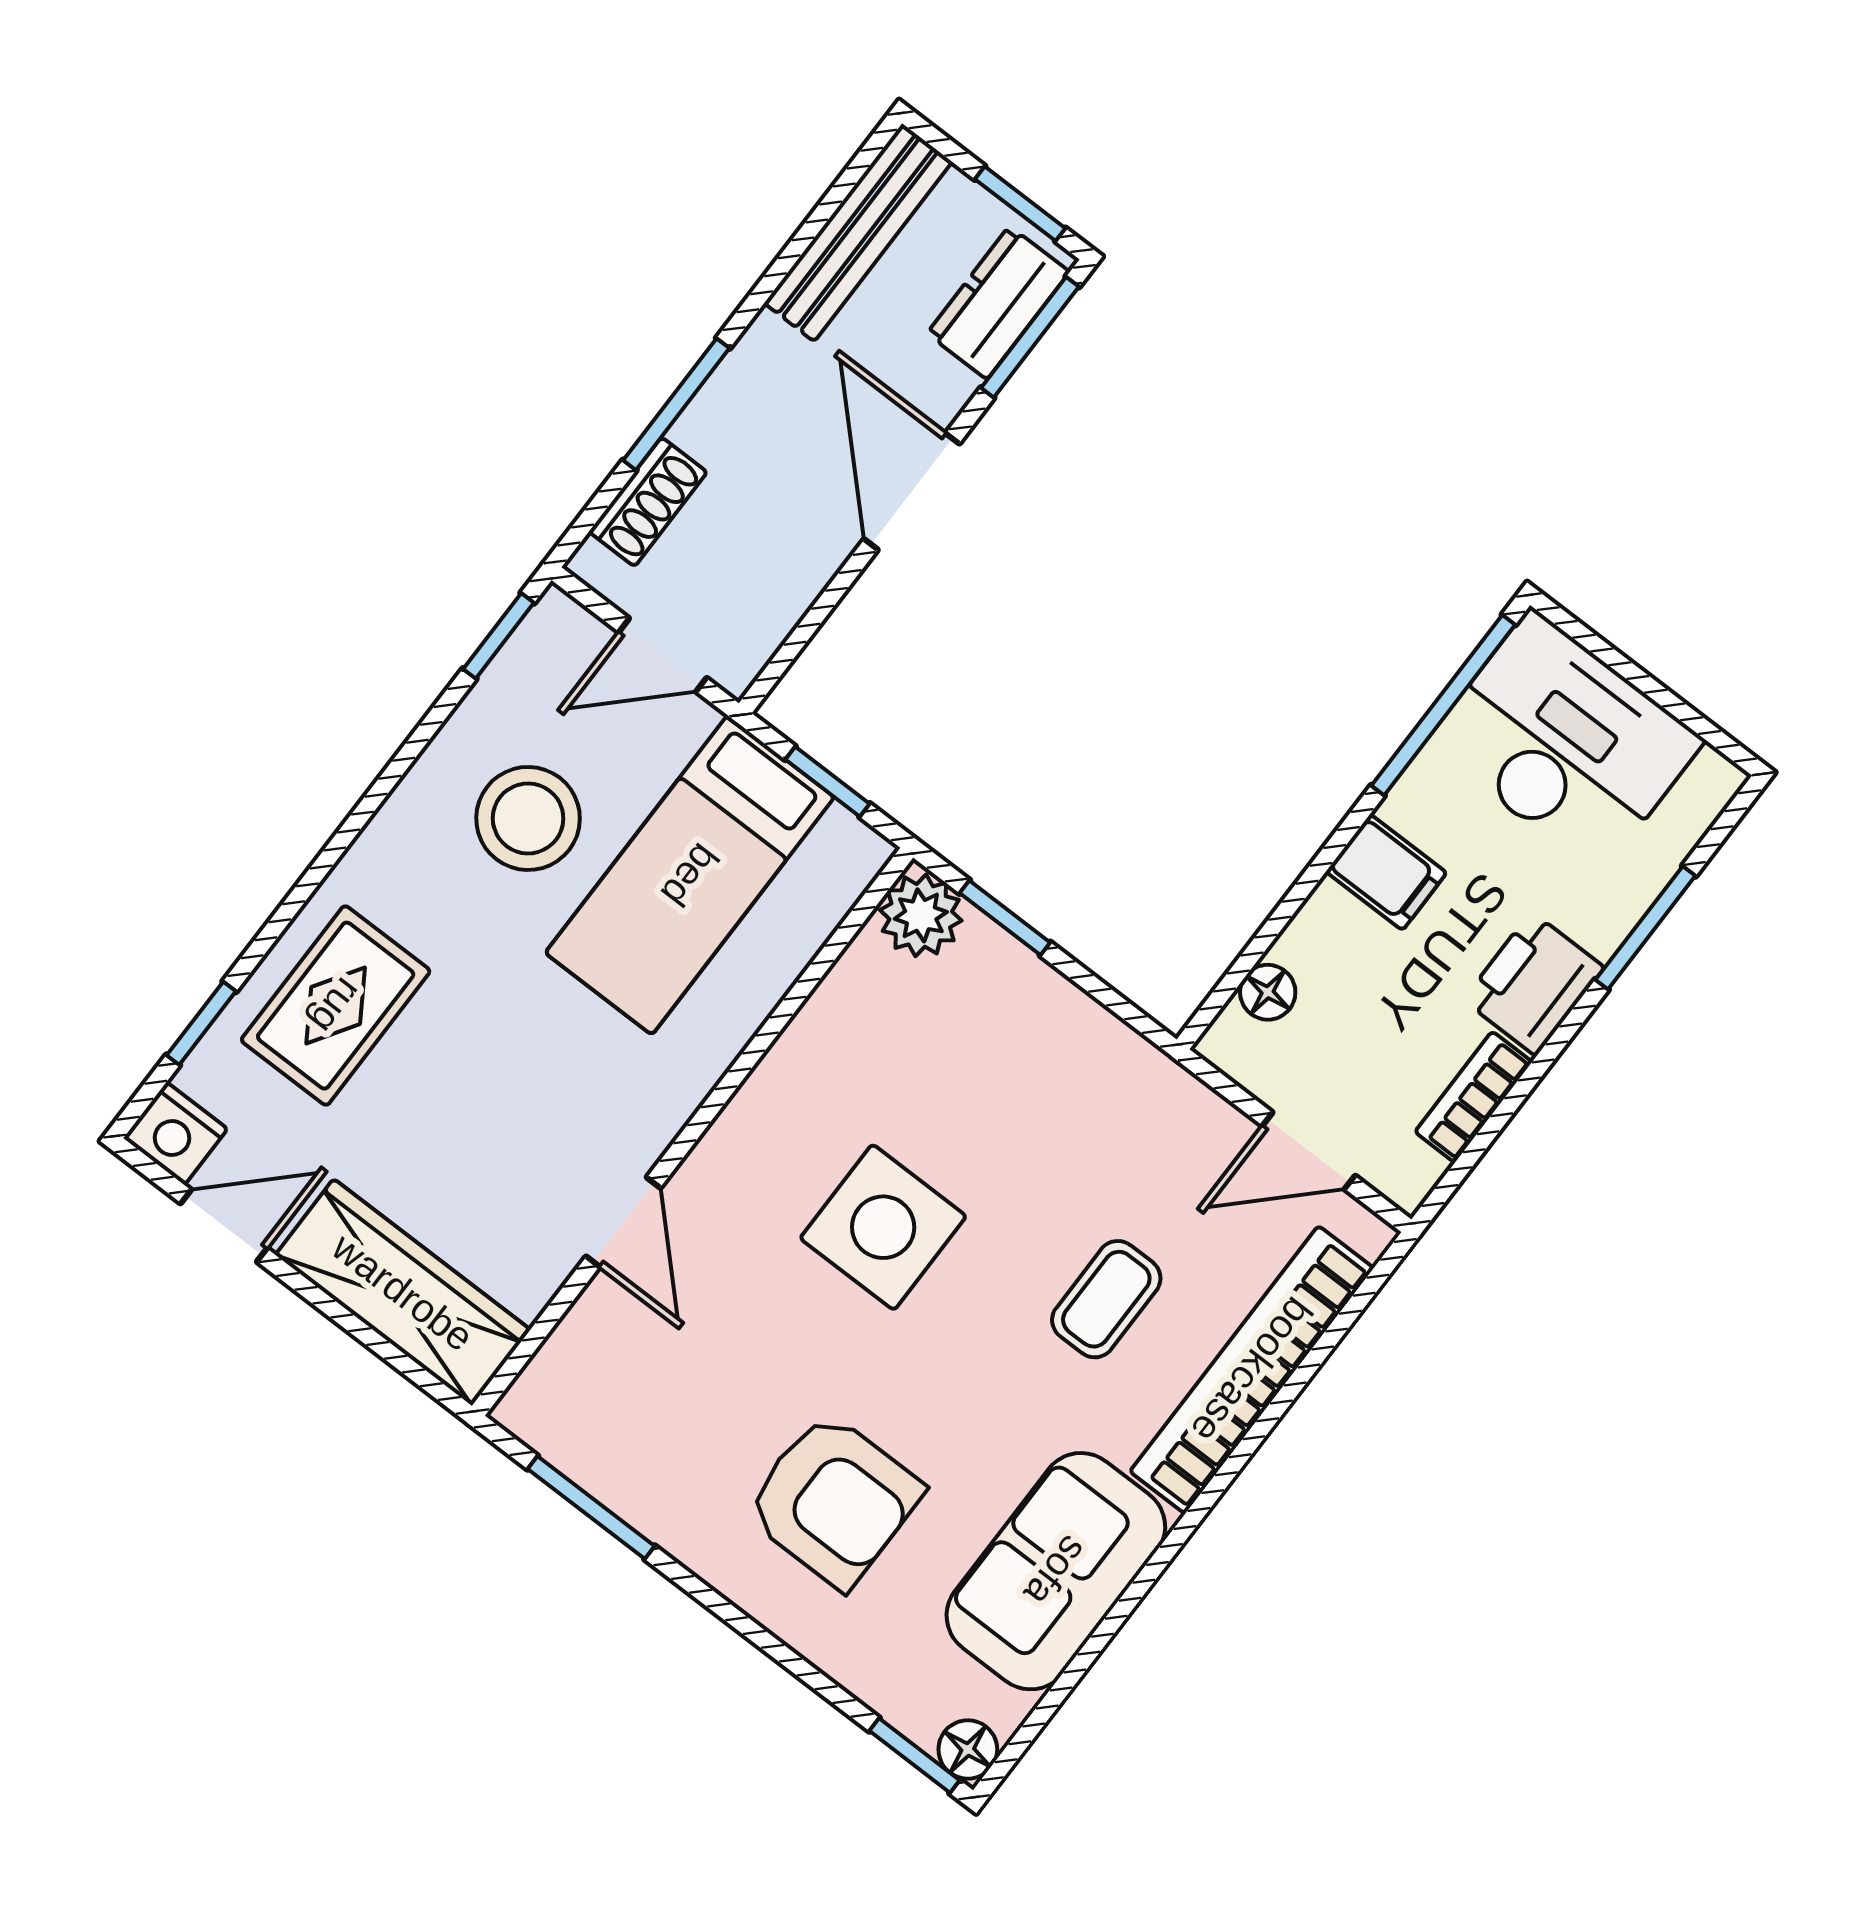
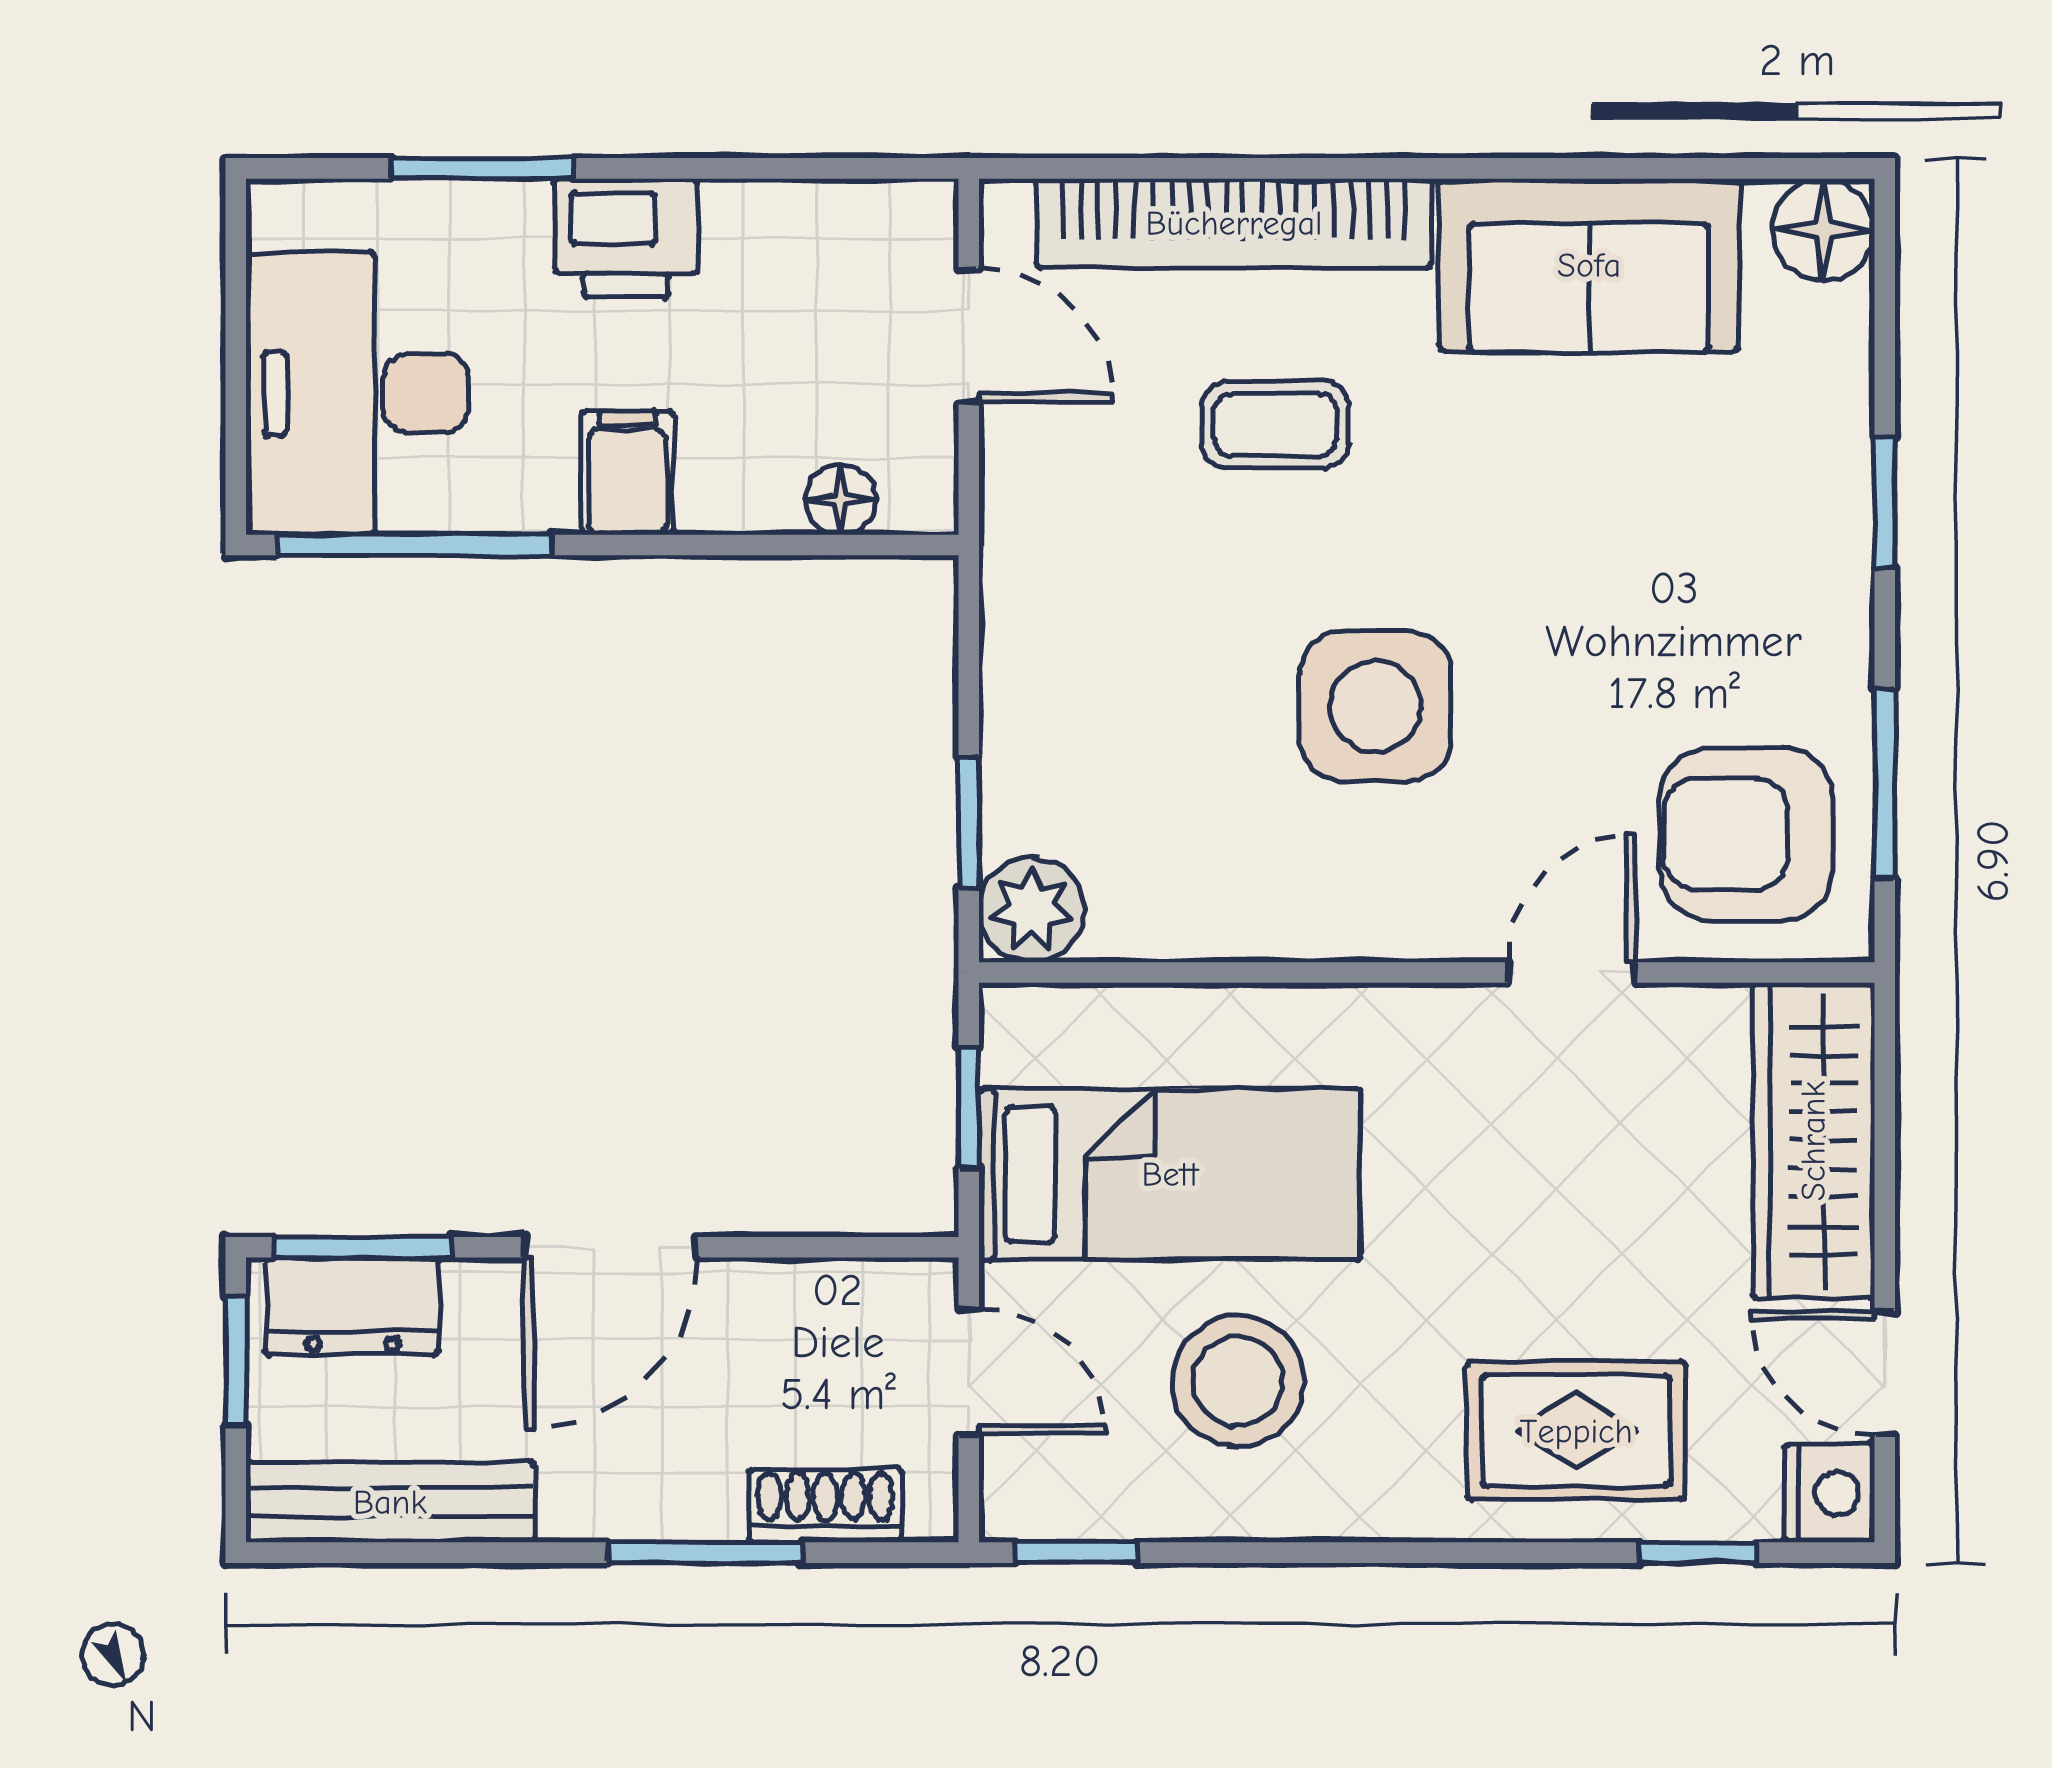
bookcase: (1473, 1097) -> (787, 211), removed
armchair: (834, 1500) -> (1746, 834), moved, turned -90
floor lamp: (968, 1749) -> (1823, 230), width x1.37, depth x1.37
window: (915, 1756) -> (1885, 503), moved

